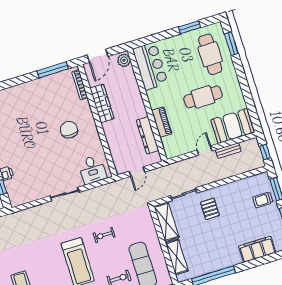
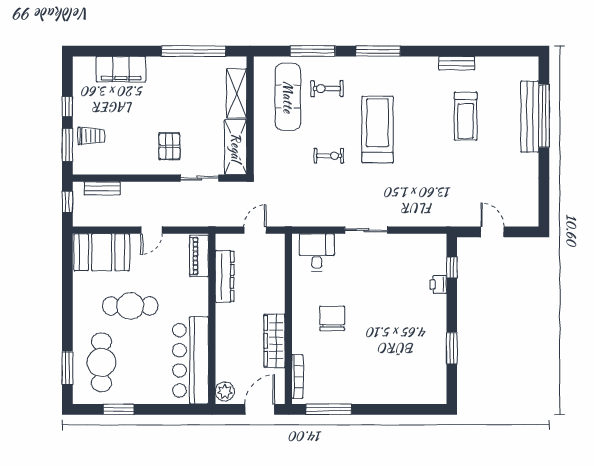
bar counter: (150, 66) -> (190, 360), width x1.36
piano: (162, 122) -> (199, 256), moved
chair: (69, 130) -> (332, 318), turned 180
bench: (228, 150) -> (102, 188), moved

